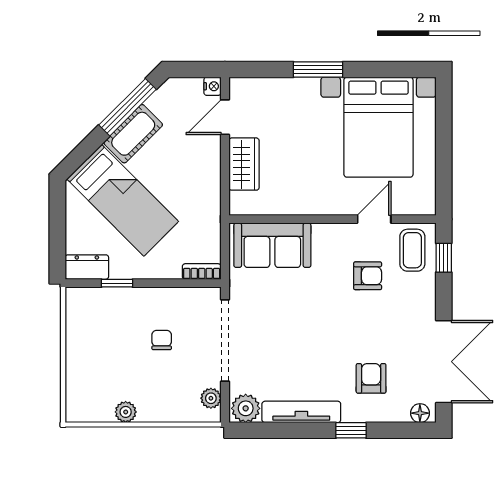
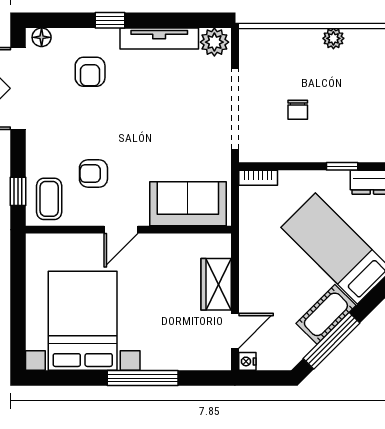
window: (318, 69) -> (143, 378), width x1.44
door: (374, 219) -> (121, 230), moved
plant: (211, 398) -> (249, 52), removed

